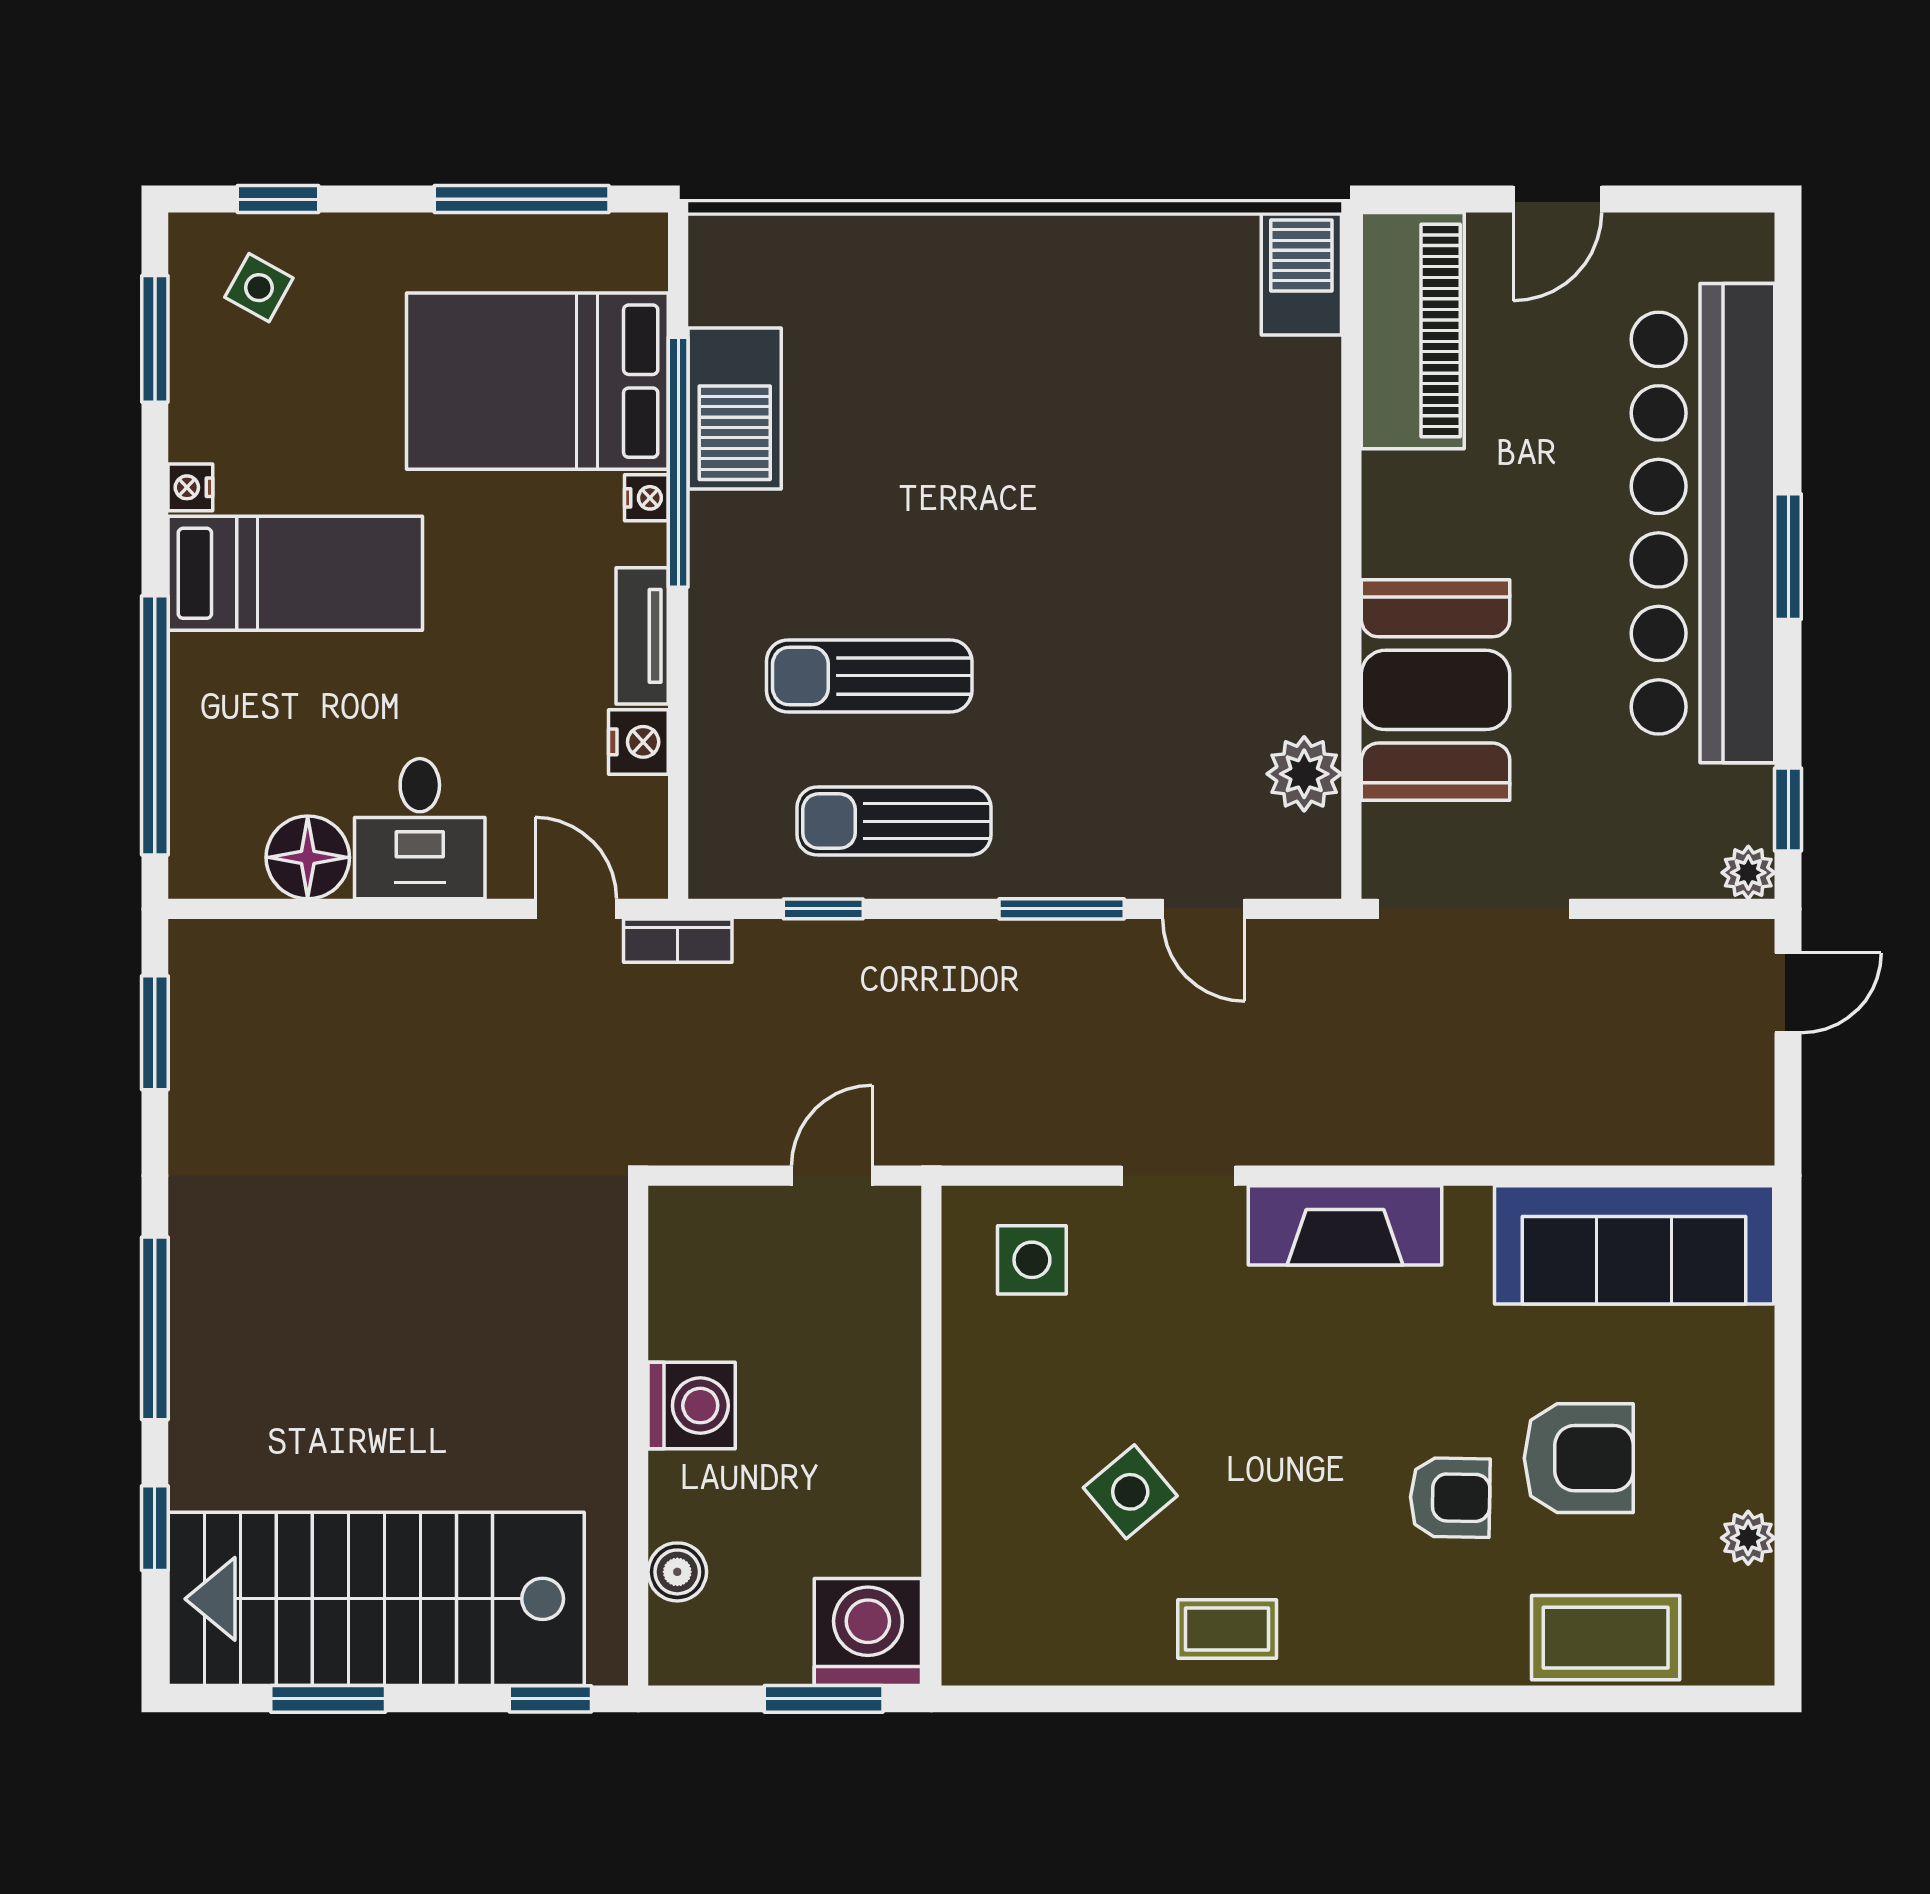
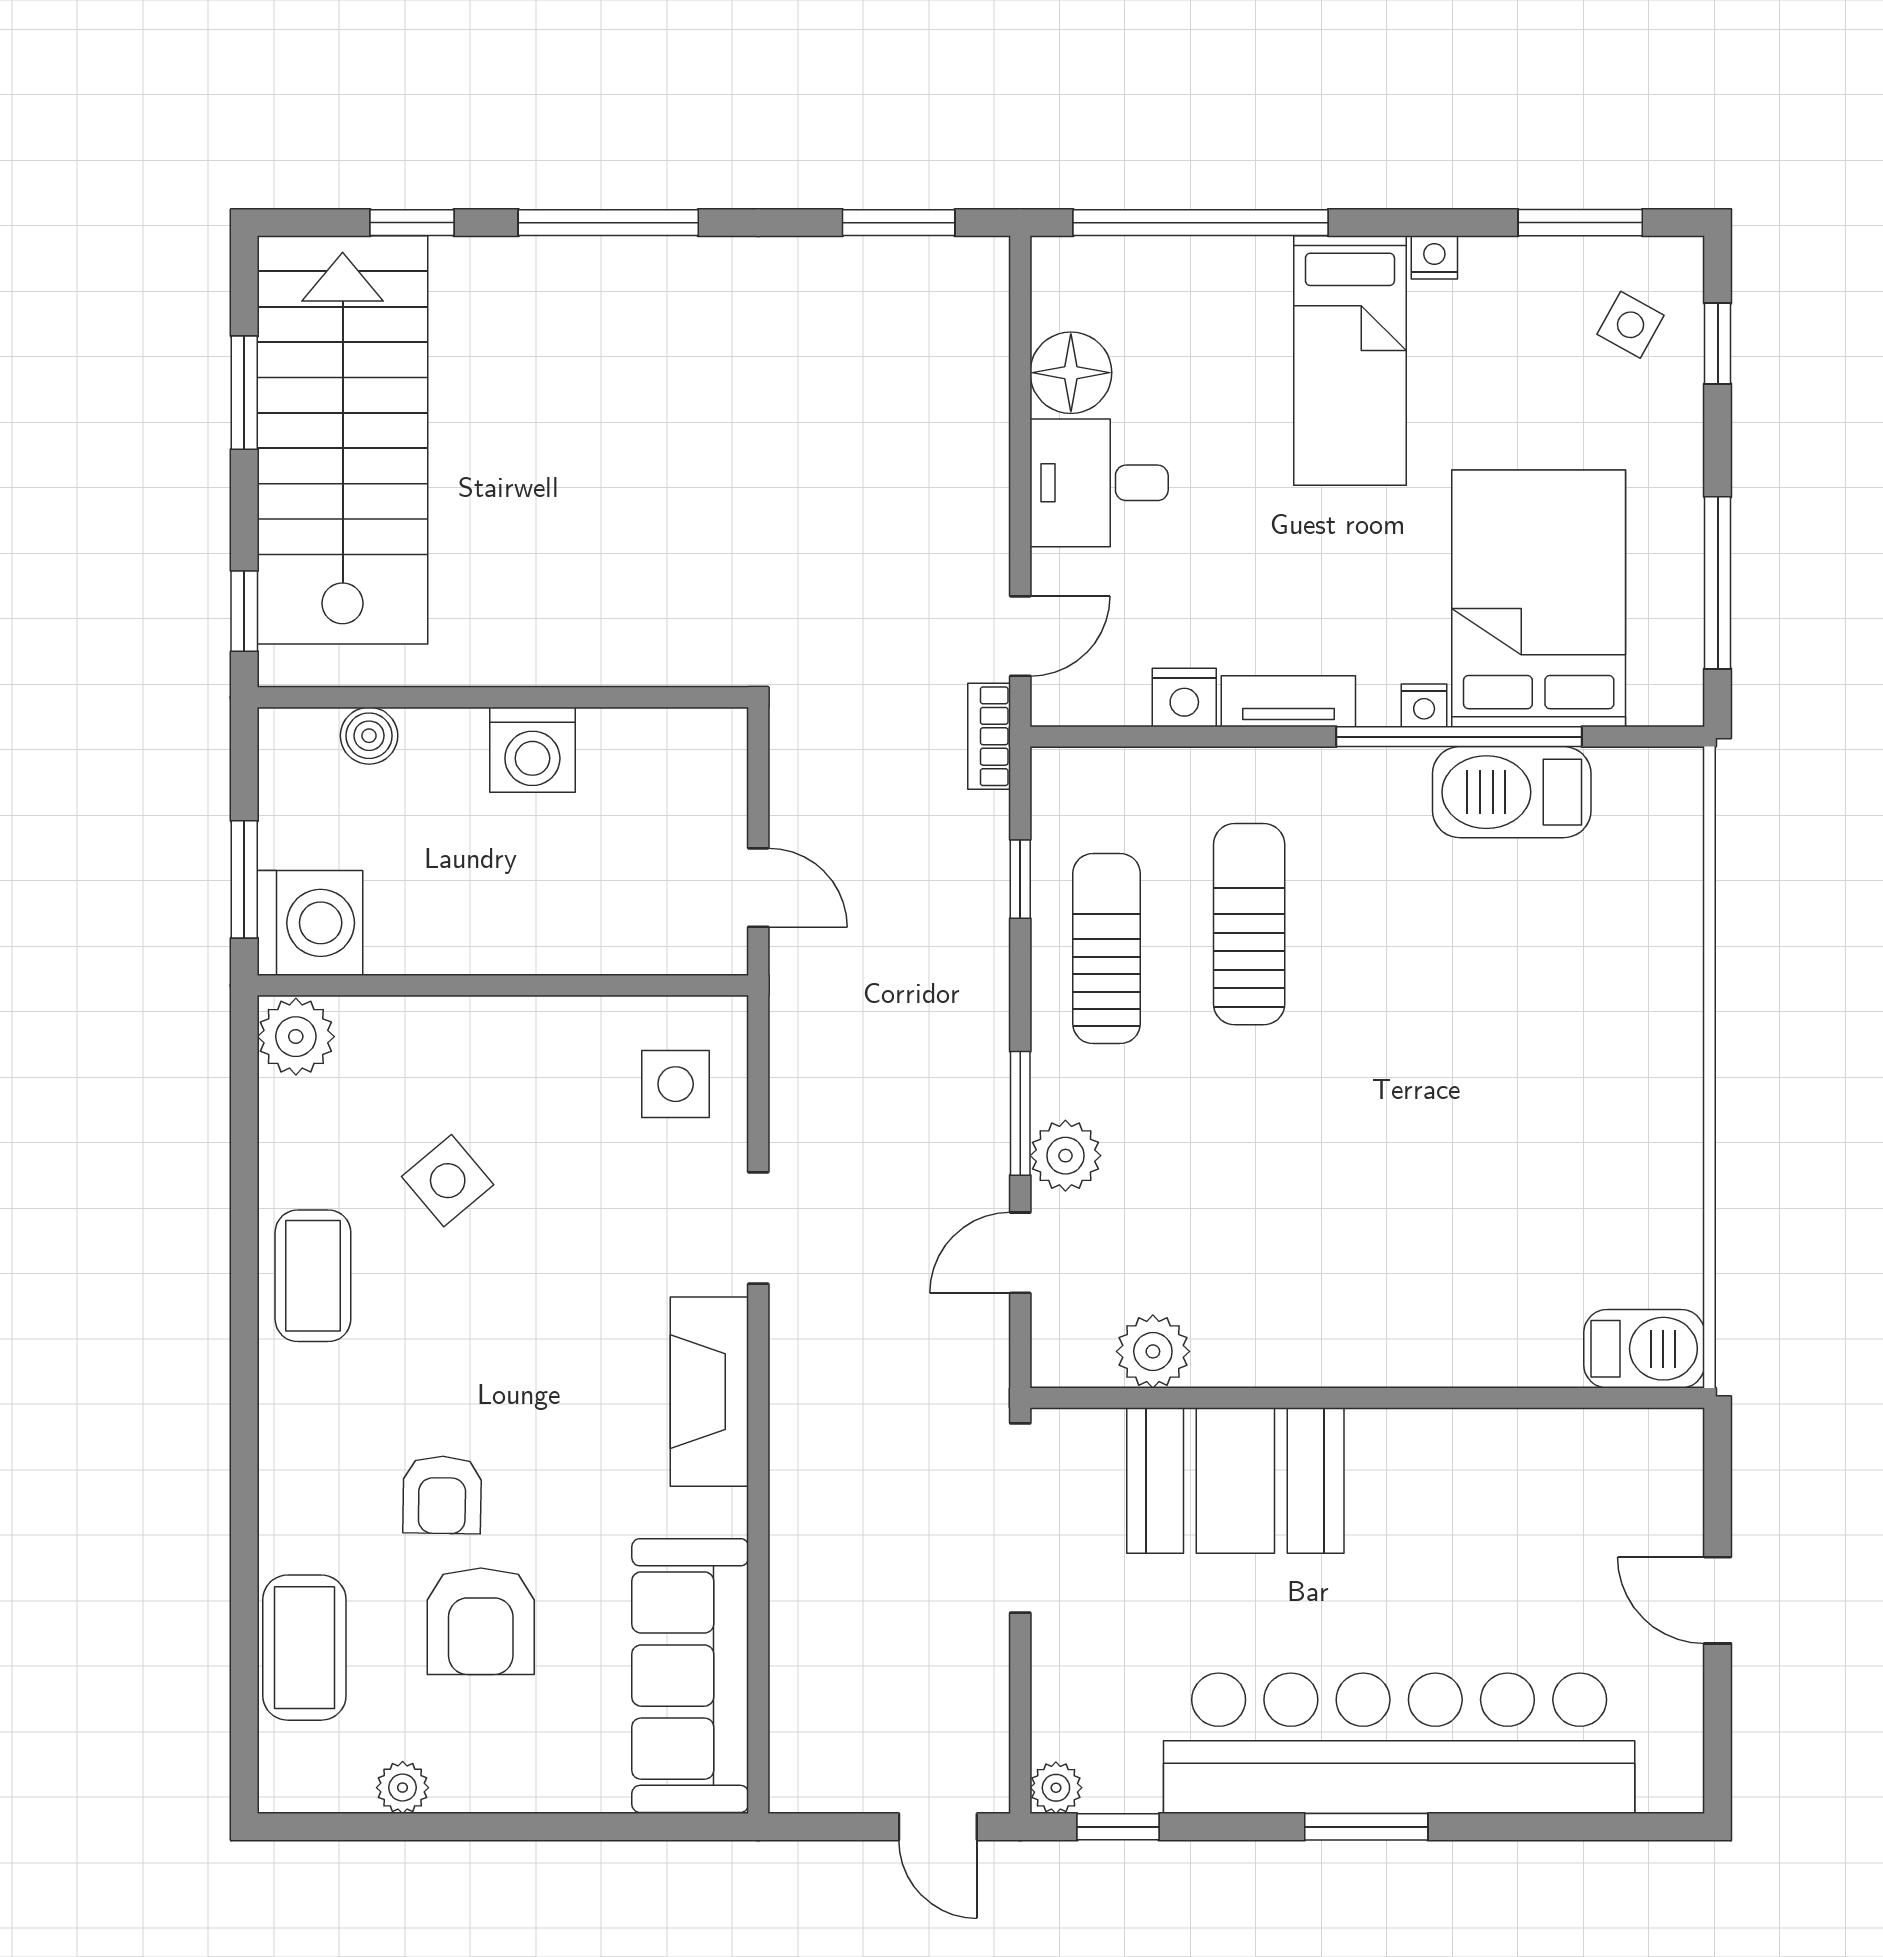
piano: (1413, 331) -> (1588, 1458), removed
plant: (1105, 863) -> (1065, 1156), added
coffee table: (1227, 1629) -> (313, 1276), width x1.36, depth x1.30
plant: (984, 1646) -> (296, 1037), added

